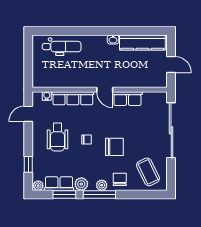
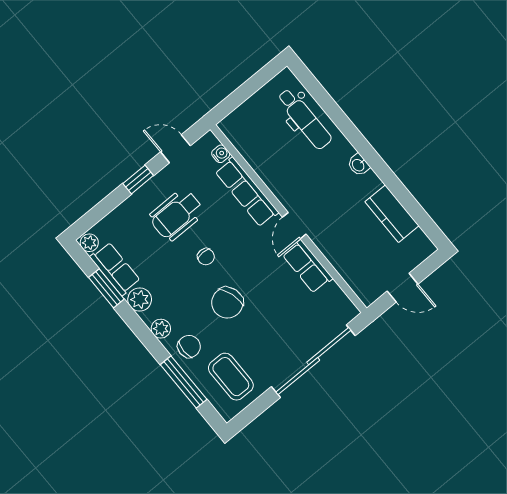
washbasin: (113, 40) -> (358, 165), moved
kitchen counter: (142, 42) -> (392, 214), width x0.67
door: (171, 65) -> (403, 288), hinge flipped
chair: (114, 147) -> (227, 303), turned 73
window: (28, 164) -> (138, 179), moved
coffee table: (148, 172) -> (231, 377), turned -64
window: (99, 195) -> (184, 382), moved

